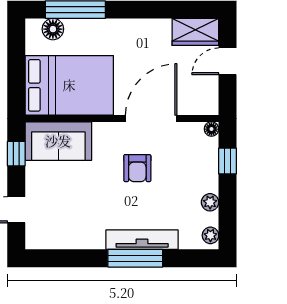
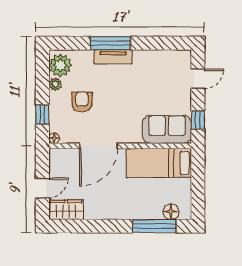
bed: (69, 85) -> (159, 163), width x0.67
armchair: (137, 168) -> (82, 102), moved
plant: (210, 235) -> (60, 65), width x1.88, depth x1.88
tv unit: (142, 240) -> (113, 57), width x0.71

